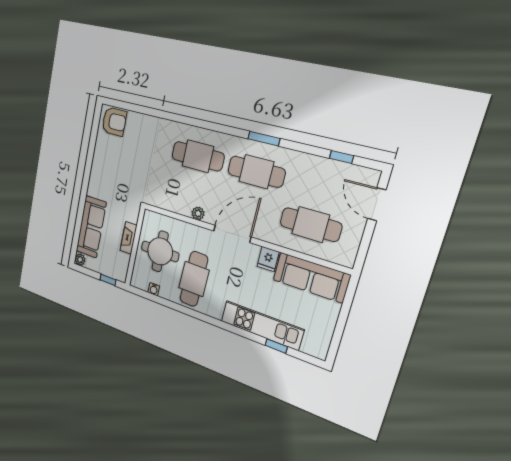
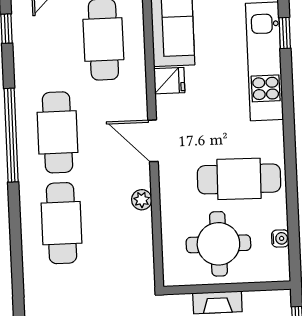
window: (264, 139) -> (11, 135), width x2.11
door: (232, 234) -> (153, 141), width x0.73

